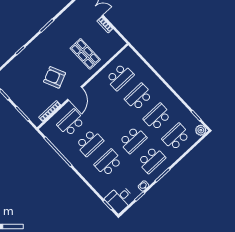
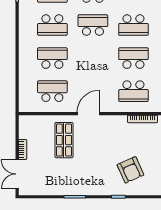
armchair: (55, 77) -> (130, 170), moved
door: (75, 94) -> (88, 114), moved
school desk: (139, 97) -> (52, 58), turned 180

